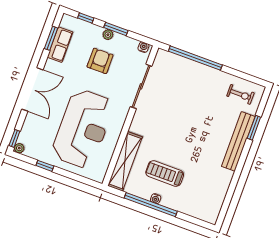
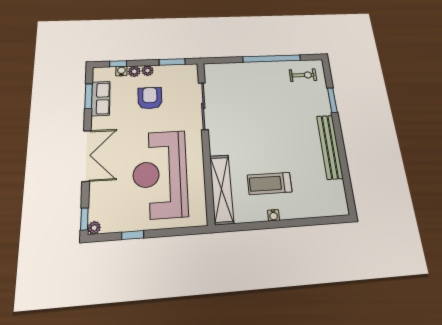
window: (116, 29) -> (172, 62), moved
plant: (97, 31) -> (134, 71), added
water cooler: (143, 47) -> (121, 71), moved
window: (195, 58) -> (272, 59), moved
reception desk: (83, 129) -> (160, 174), turned 180
bench: (238, 141) -> (330, 147), moved
window: (151, 205) -> (272, 225), removed

